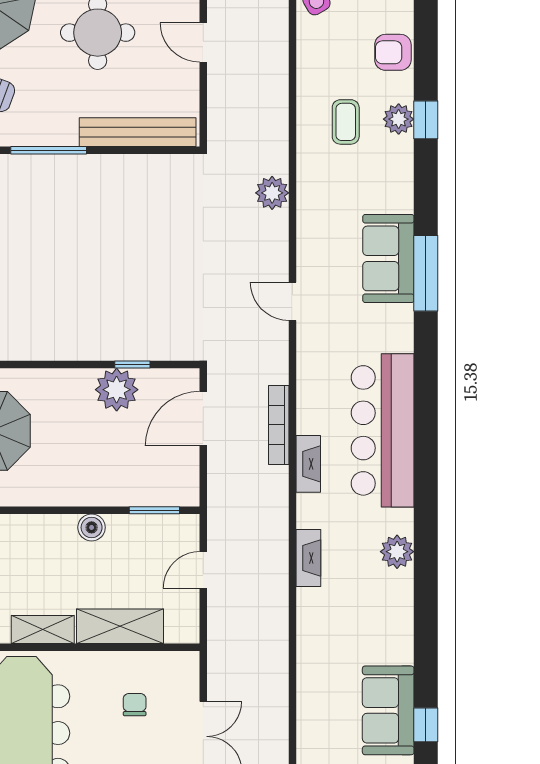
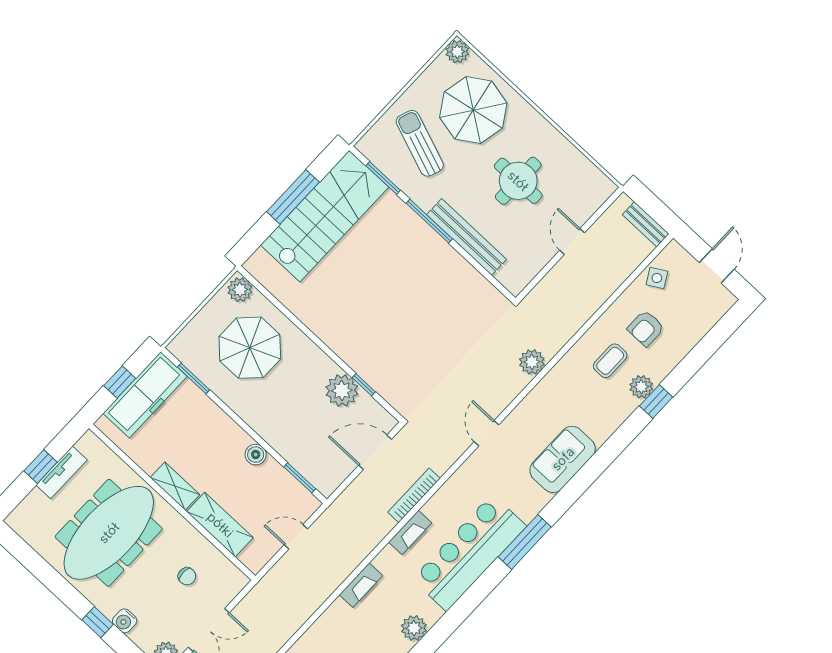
armchair: (393, 52) -> (646, 328), moved, turned -90
bench: (138, 132) -> (466, 237), moved
window: (426, 273) -> (525, 542), moved
chair: (135, 705) -> (187, 576), turned 90

